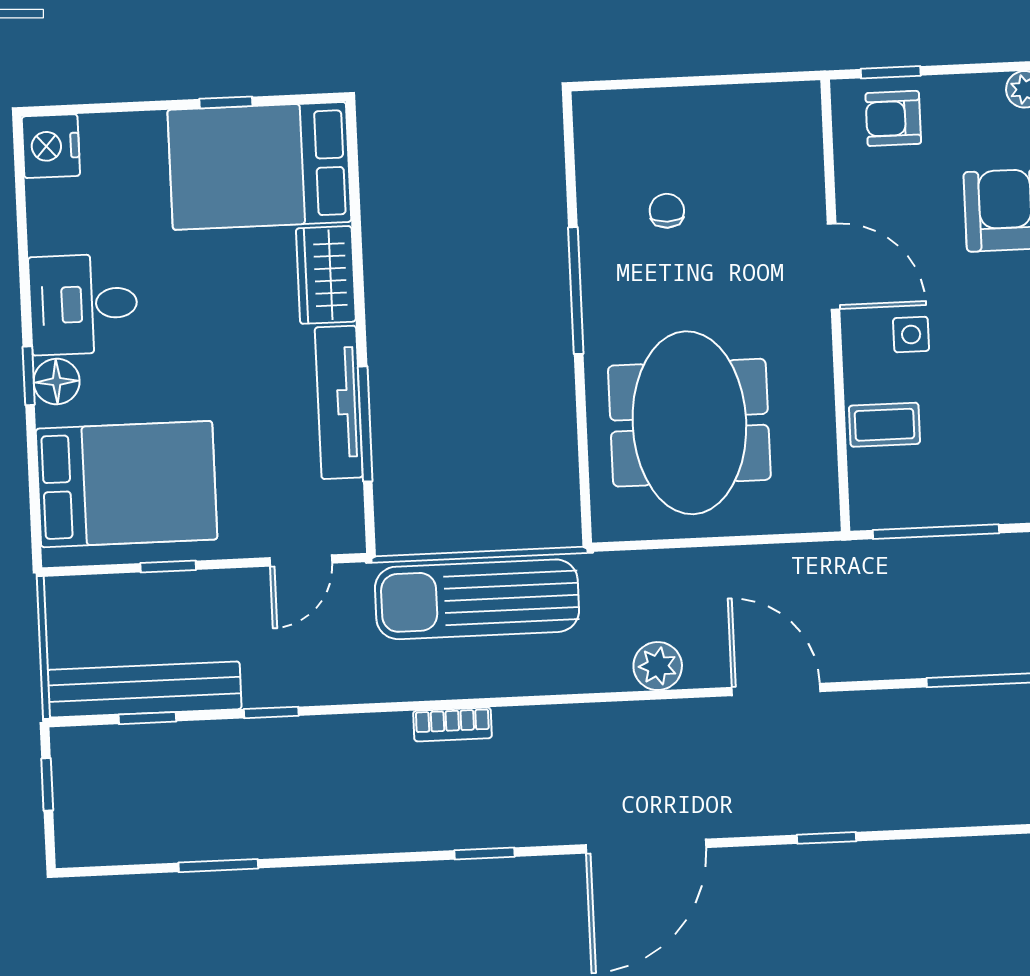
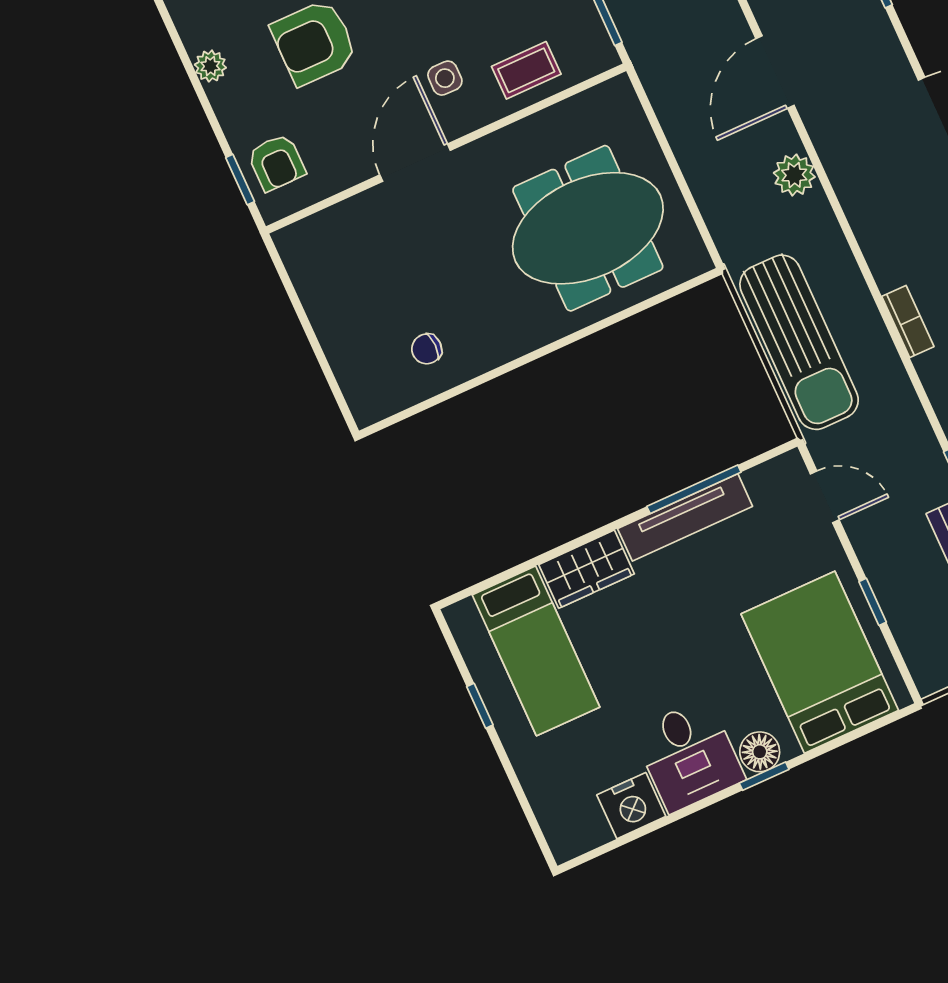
nightstand: (51, 146) -> (631, 806), moved
bed: (259, 166) -> (536, 651), width x0.67
chair: (667, 211) -> (427, 349), moved
window: (576, 291) -> (518, 363), removed
coffee table: (884, 425) -> (526, 70), turned 90

